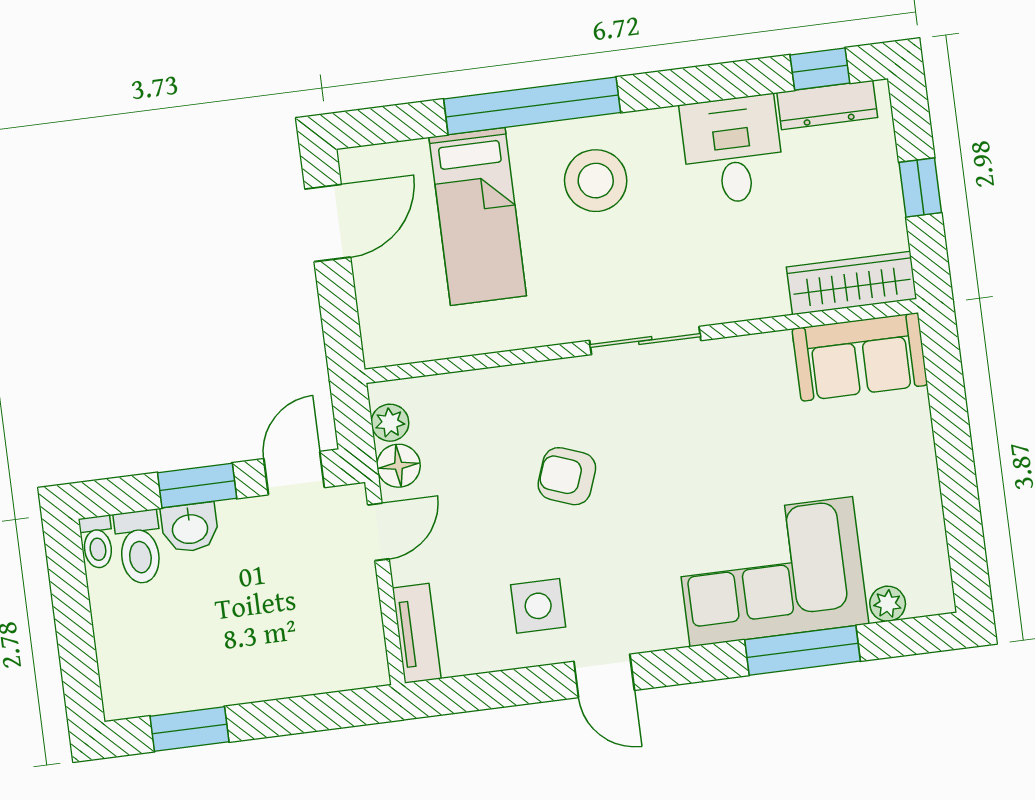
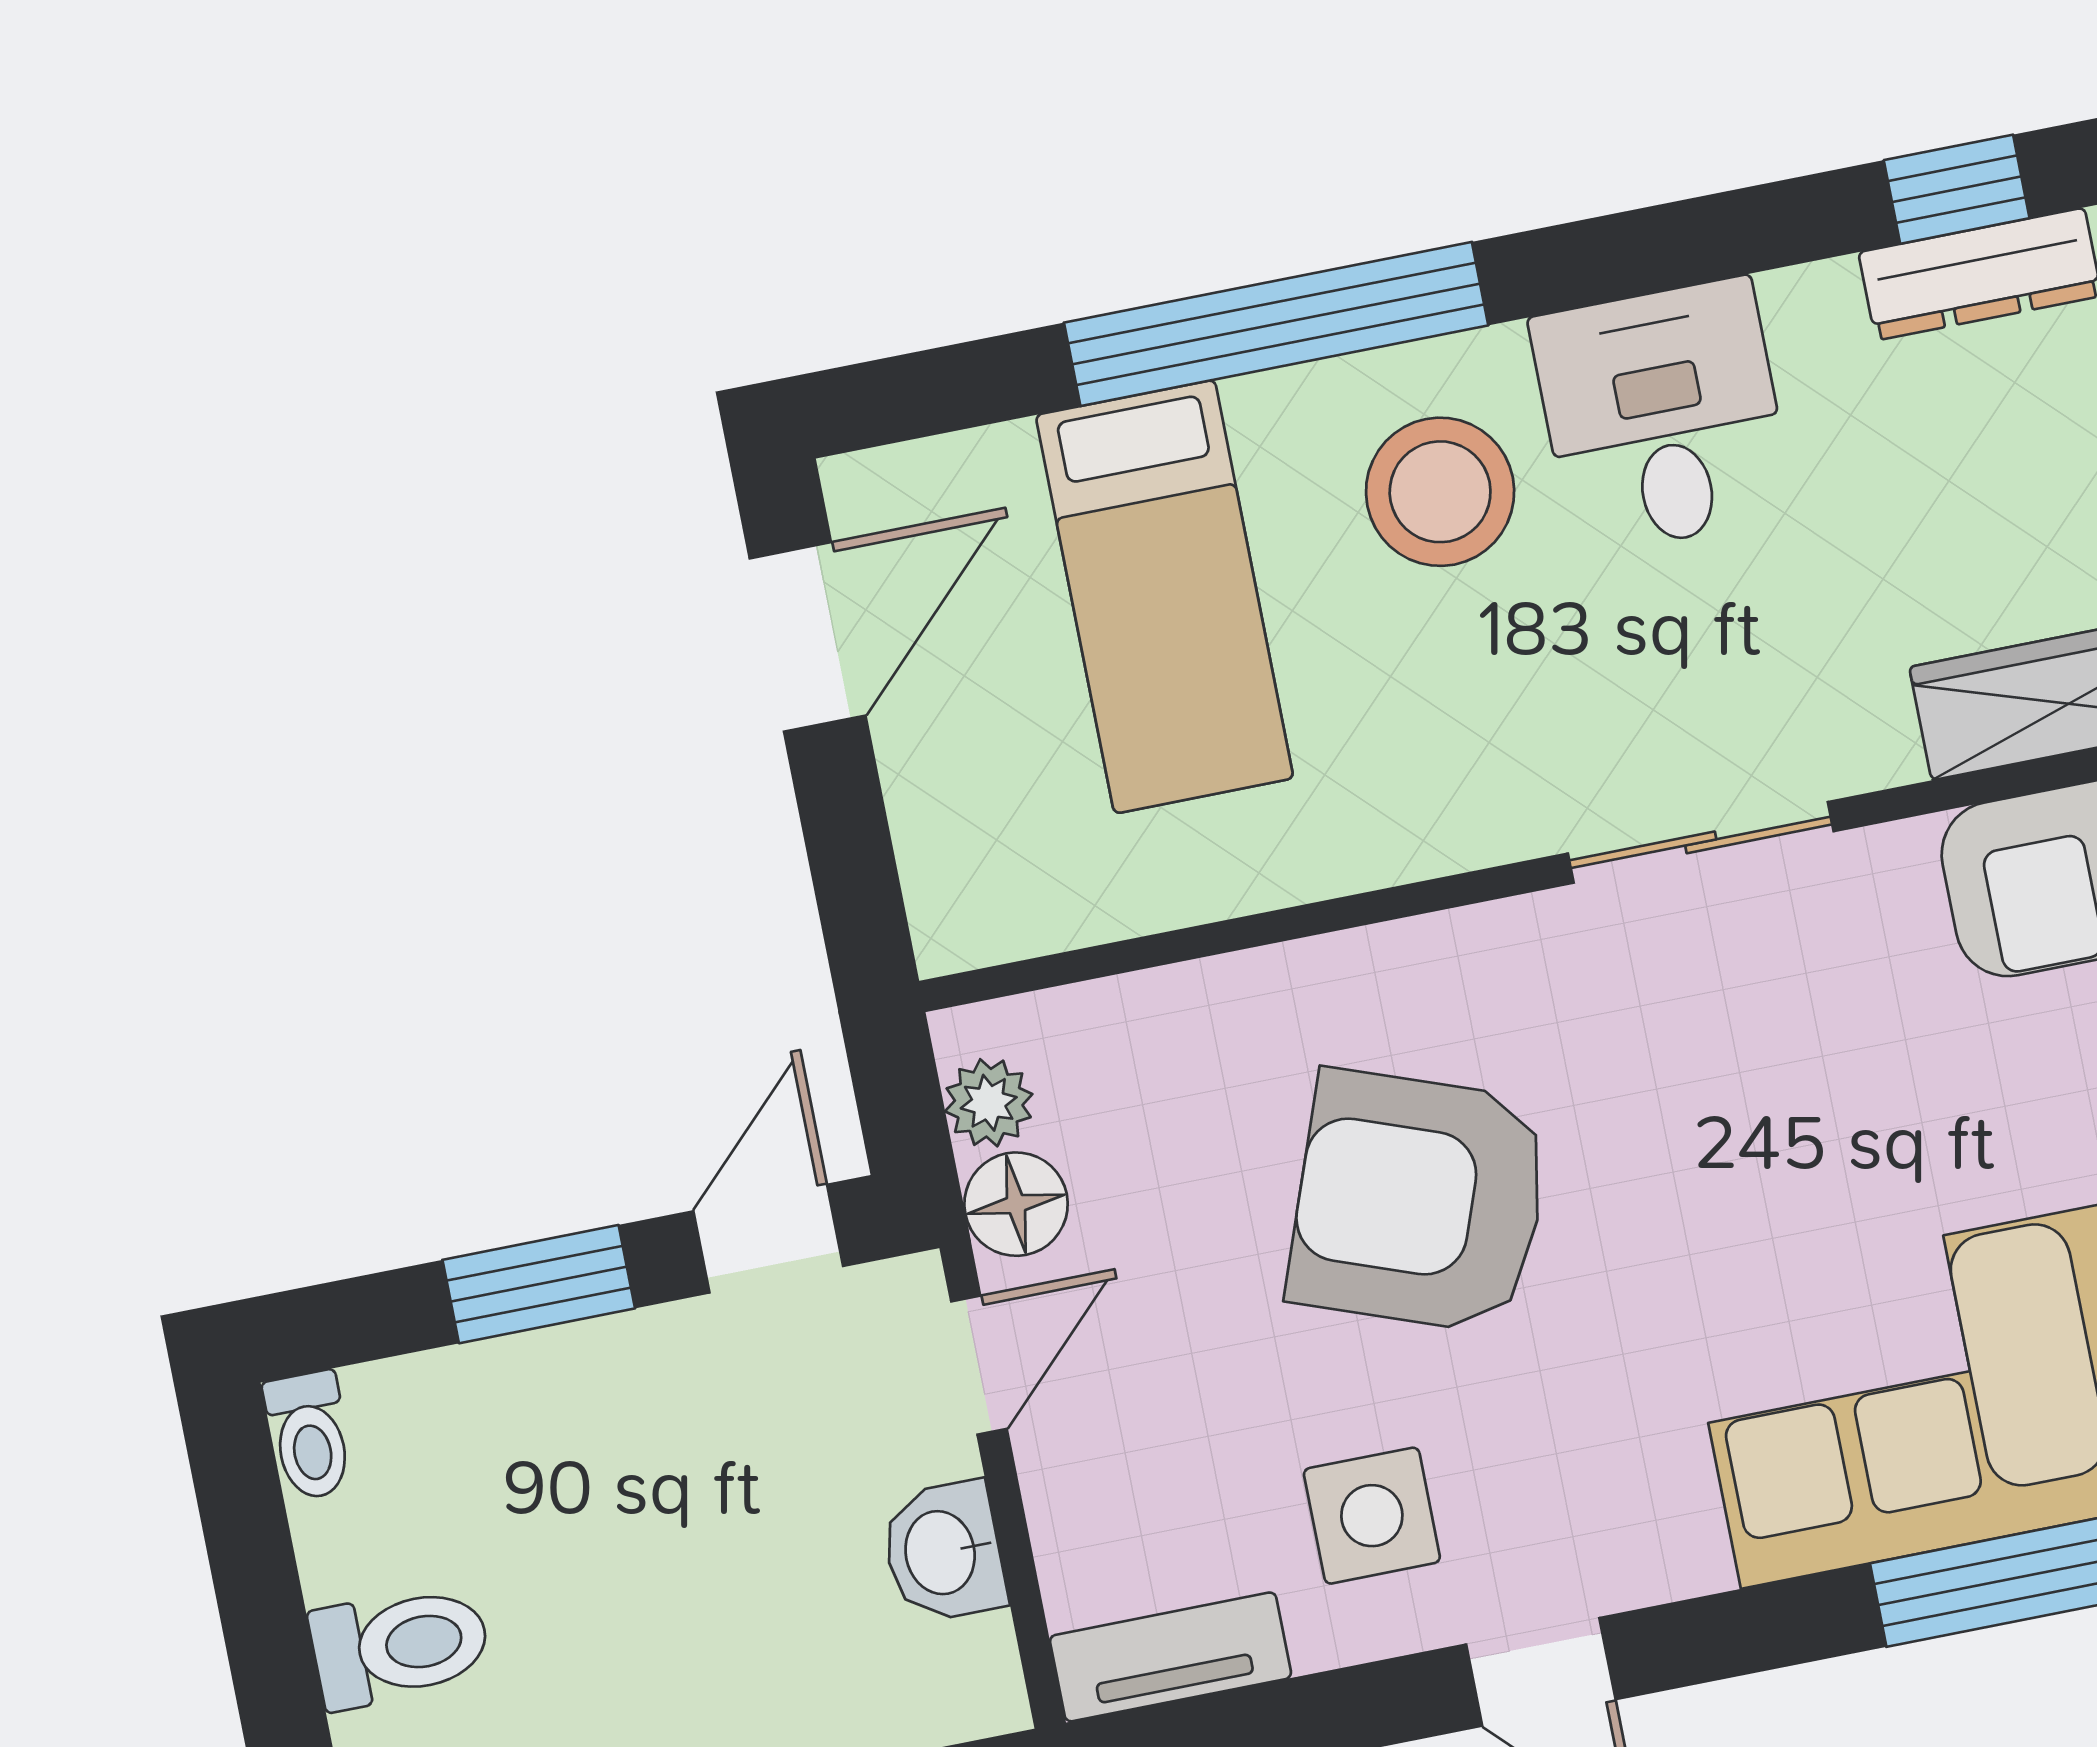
desk: (733, 150) -> (1662, 416), moved
sliding door: (645, 341) -> (1701, 842), moved
armchair: (567, 476) -> (1419, 1202), width x1.88, depth x1.88
washbasin: (190, 528) -> (943, 1552), moved, turned 90
toilet: (139, 547) -> (400, 1646), moved, turned -90
tv unit: (417, 633) -> (1171, 1657), moved, turned -90

